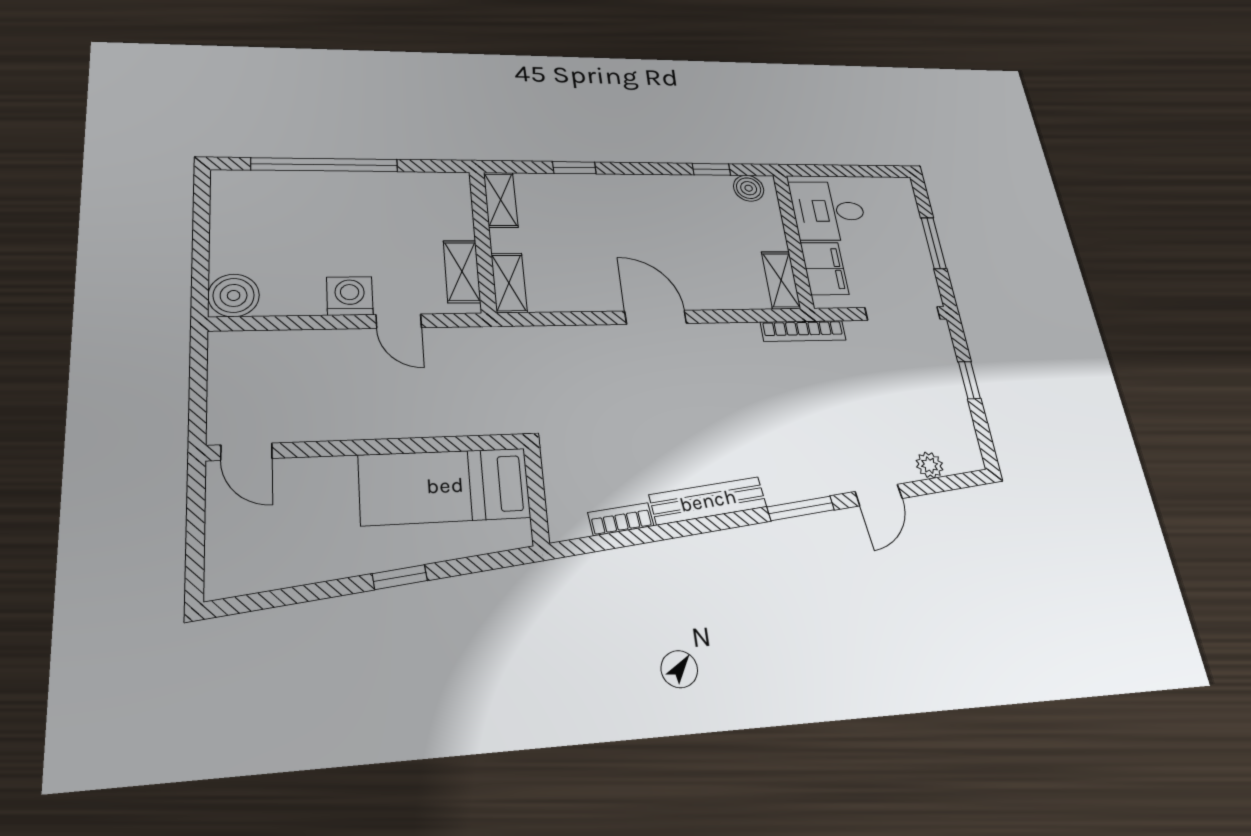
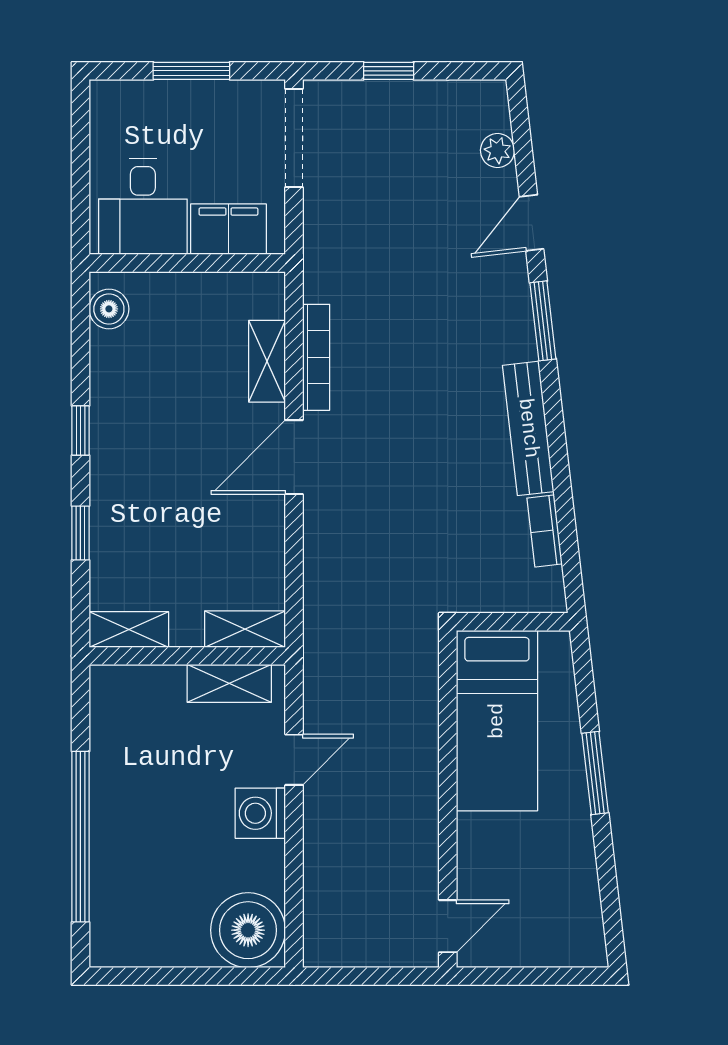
window: (711, 169) -> (80, 430), moved
shelving: (781, 280) -> (267, 361), moved, turned 90
boiler: (234, 295) -> (248, 930), width x1.37, depth x1.37
bookcase: (803, 331) -> (316, 357), moved
door: (879, 495) -> (532, 223), swing flipped
window: (400, 577) -> (595, 773), width x1.50

